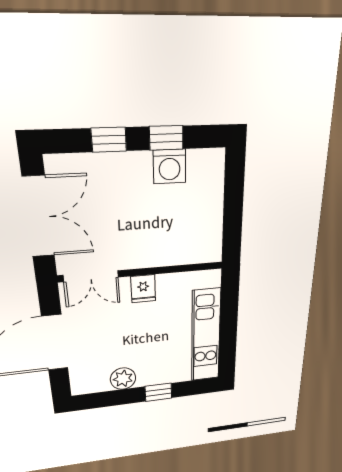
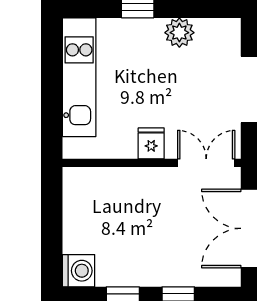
washing machine: (170, 166) -> (79, 271), moved, turned 90

